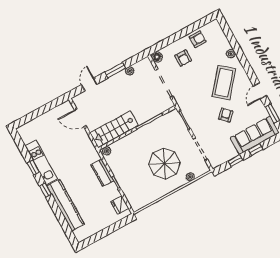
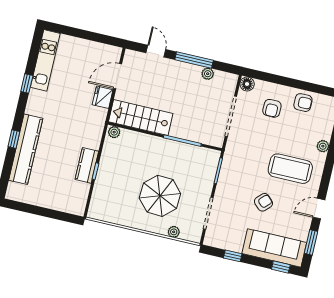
window: (115, 70) -> (194, 60), width x1.44
coffee table: (224, 83) -> (290, 169), turned 50
door: (89, 84) -> (156, 51), hinge flipped
door: (80, 118) -> (118, 76), hinge flipped
window: (255, 150) -> (281, 267), moved
kitchen unit: (41, 162) -> (45, 60), moved
kitchen counter: (102, 173) -> (87, 165), moved
window: (45, 190) -> (14, 139), moved
fridge: (120, 205) -> (103, 97), moved

